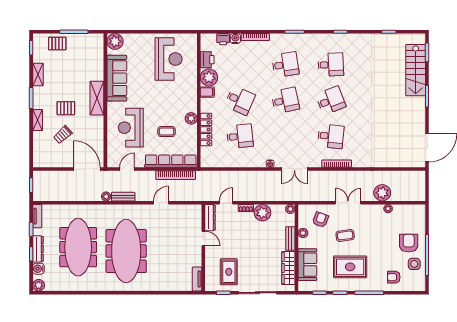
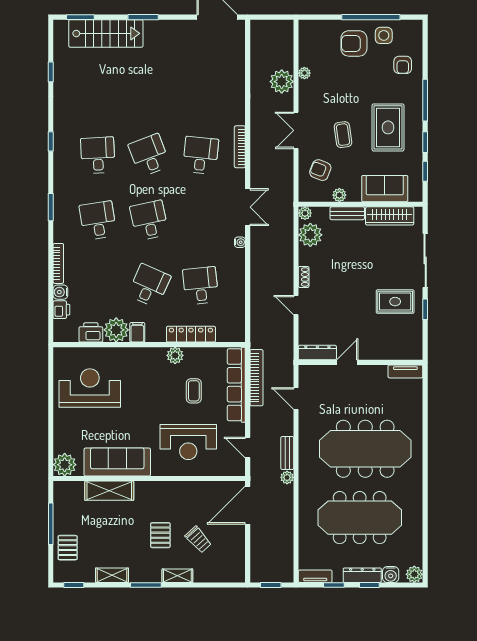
shelving: (97, 98) -> (109, 491), moved
plant: (262, 213) -> (310, 235), moved
dresser: (210, 218) -> (317, 353), moved
door: (203, 238) -> (347, 362), moved
wall: (203, 248) -> (361, 362), moved
tv unit: (197, 279) -> (405, 371), moved

